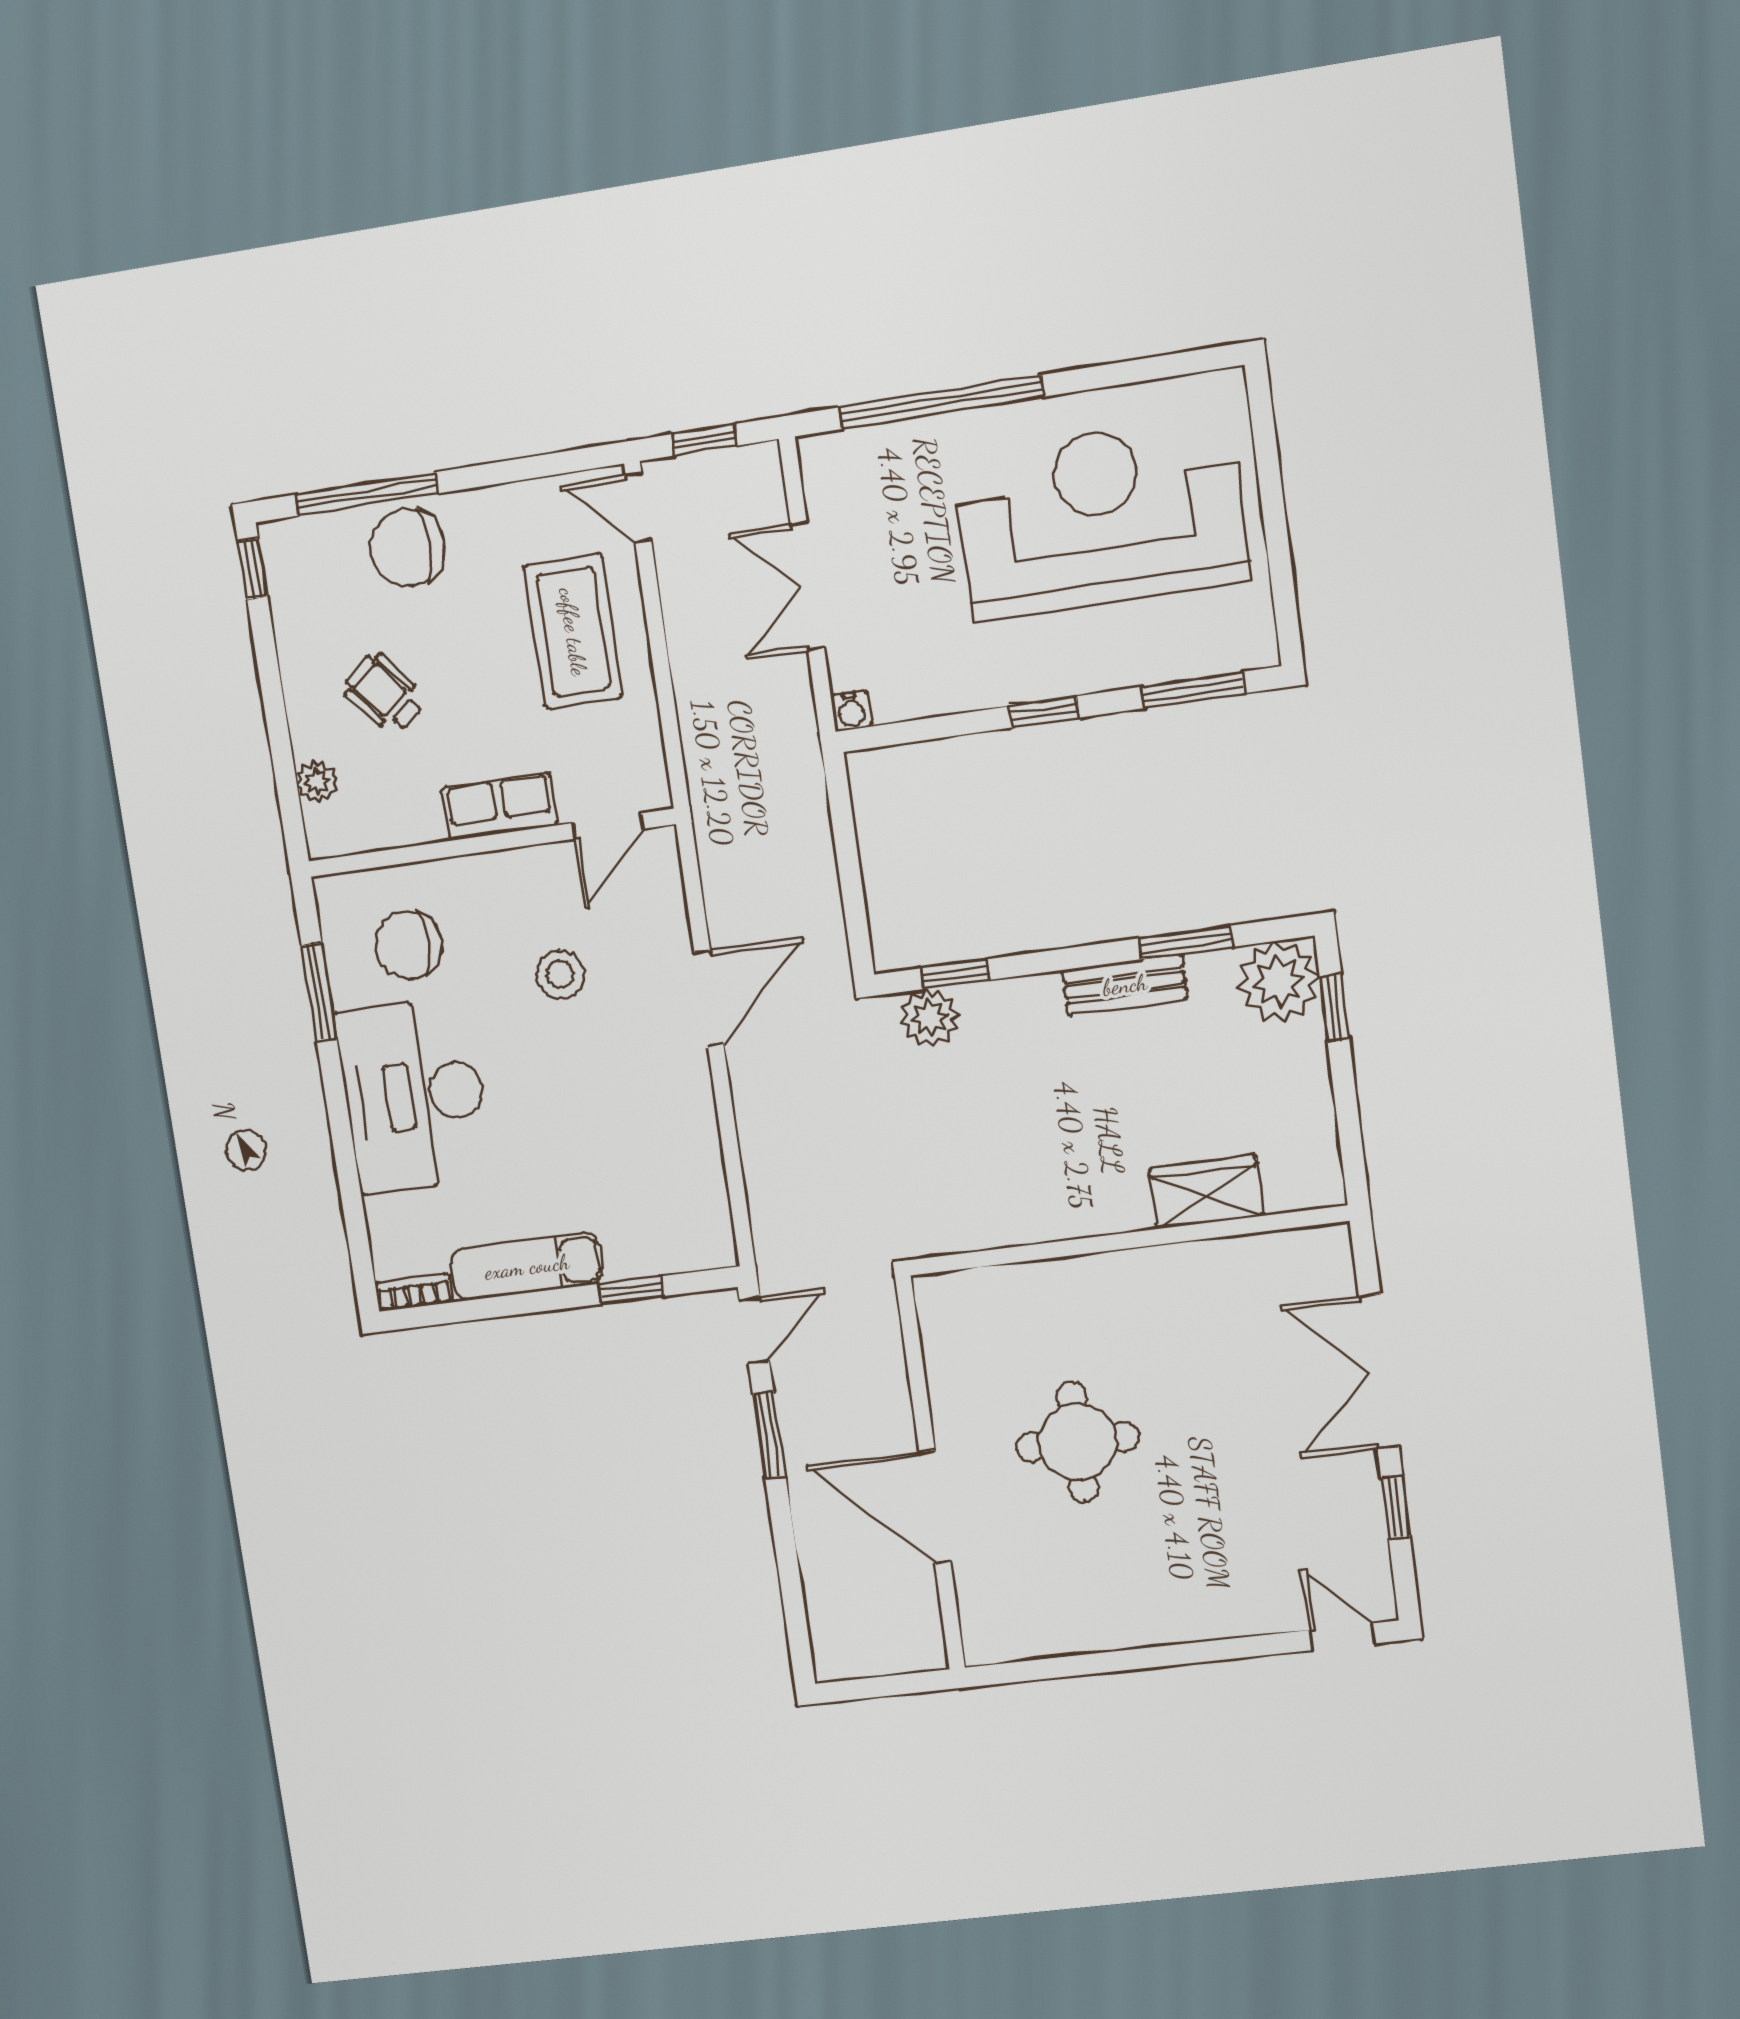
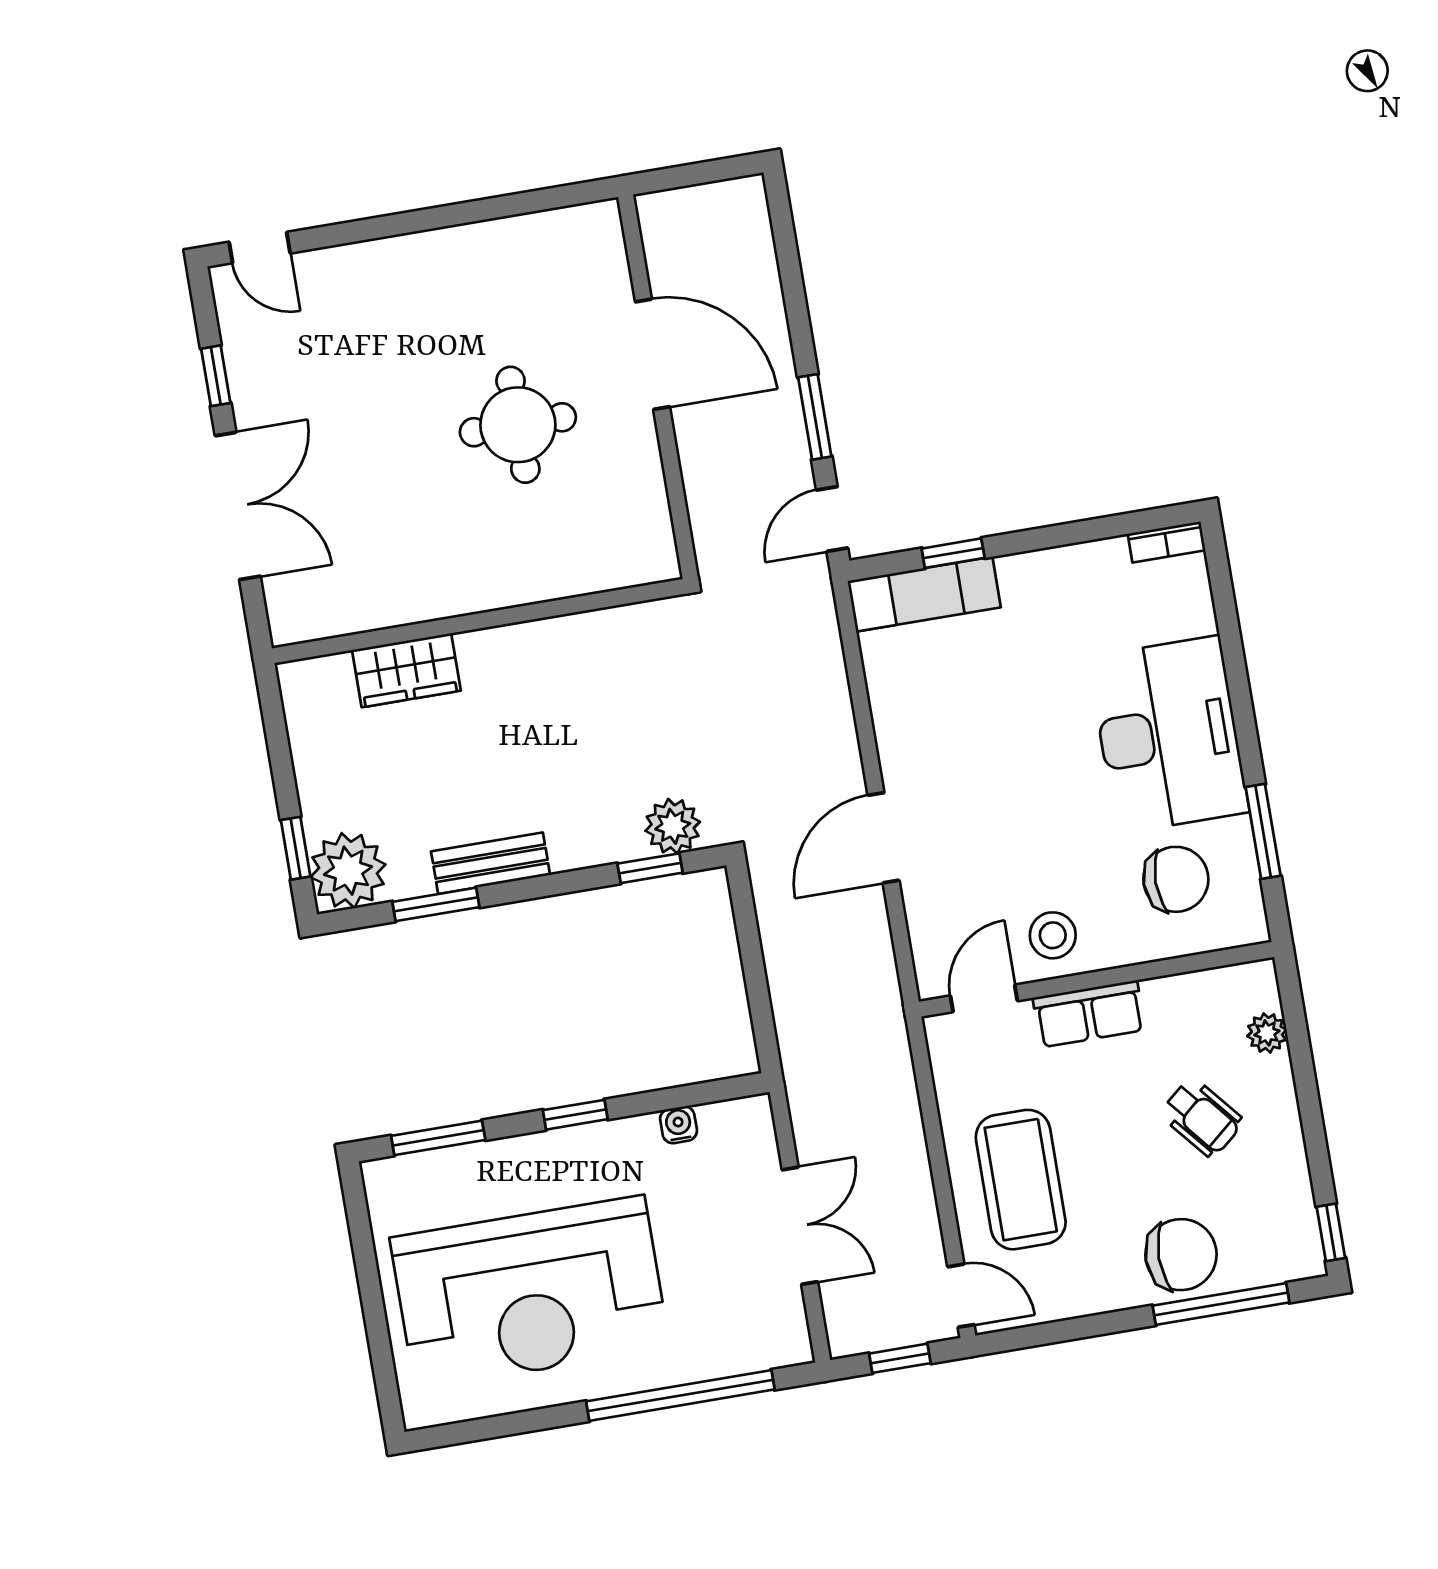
water cooler: (851, 711) -> (679, 1125), moved
stool: (560, 974) -> (1053, 935), moved
exam couch: (527, 1267) -> (924, 594), moved

